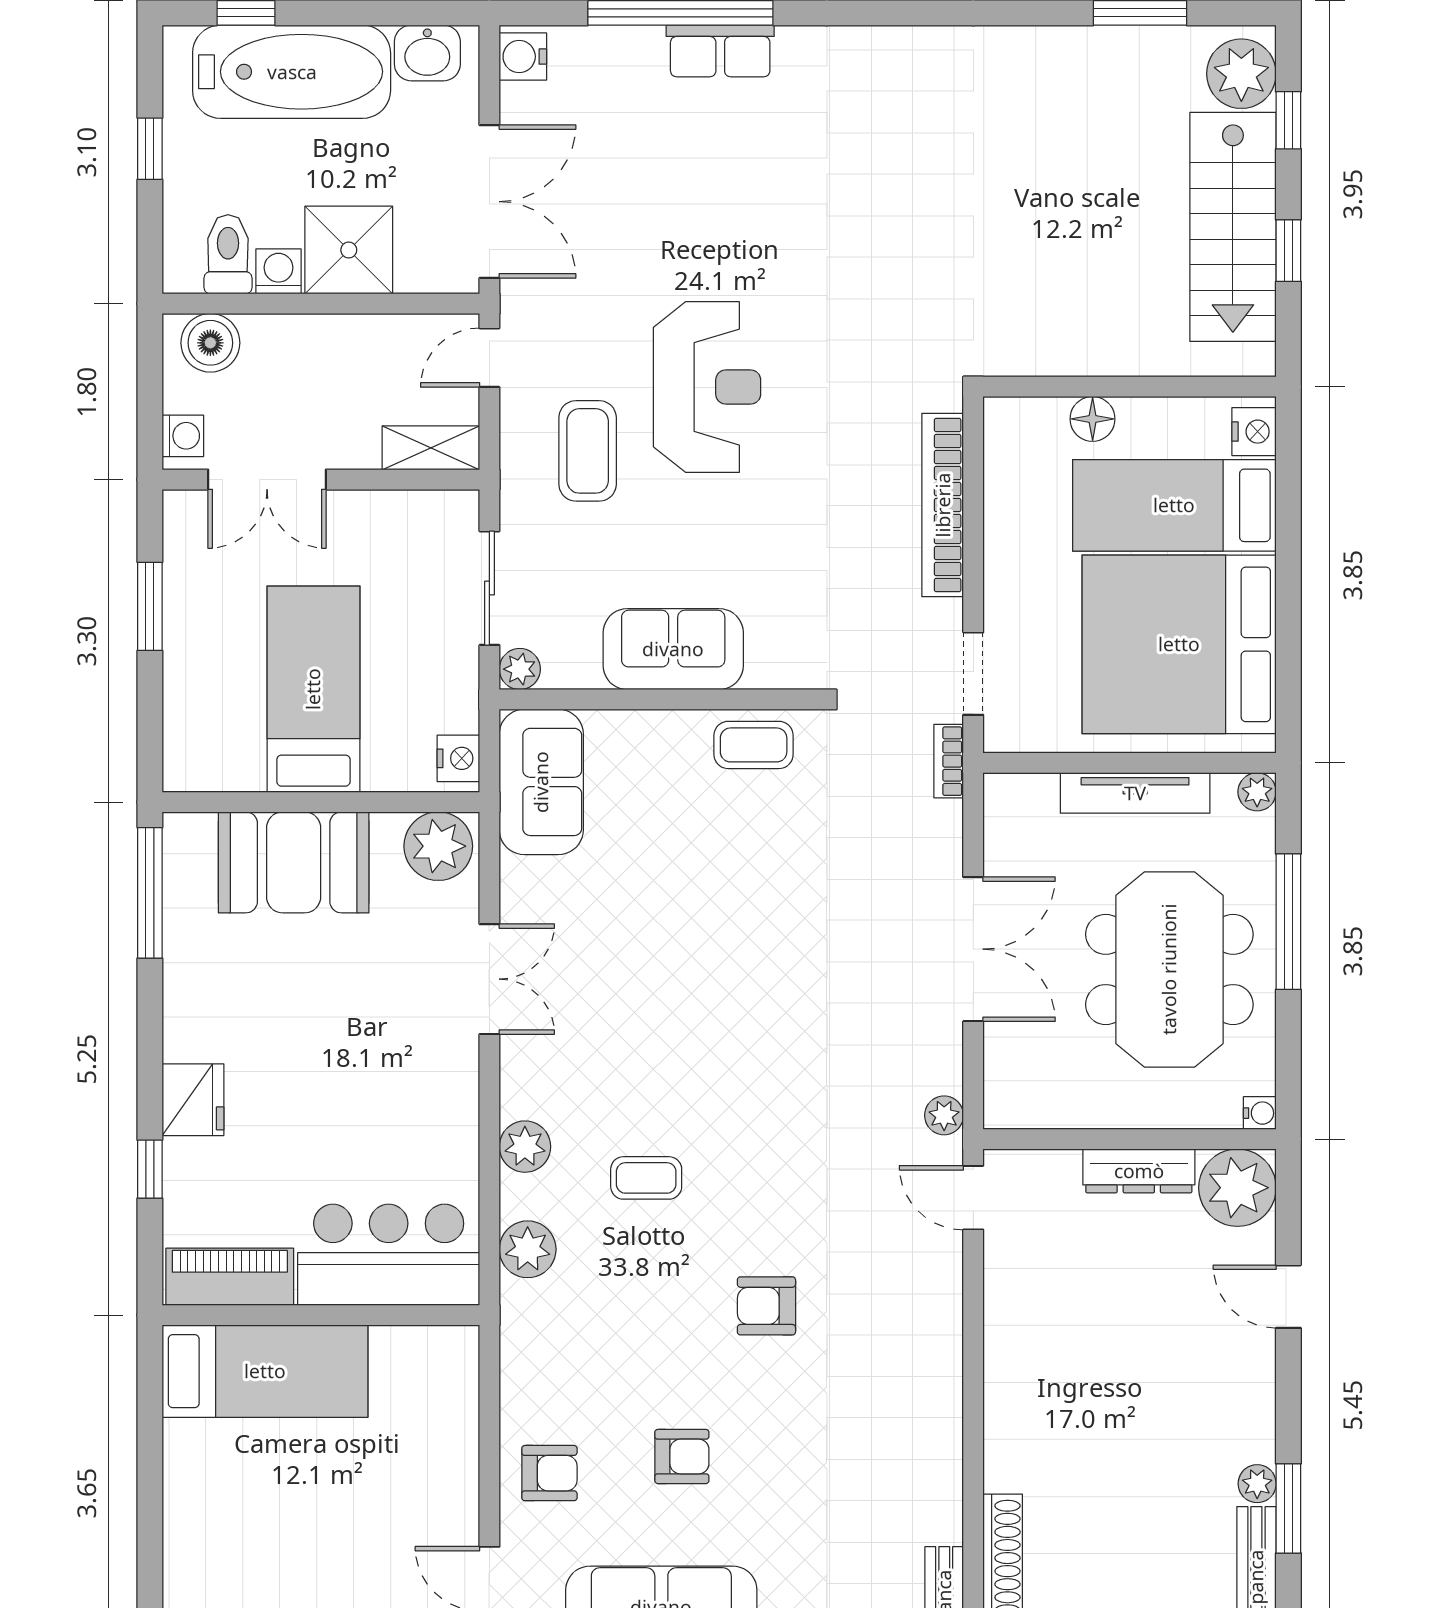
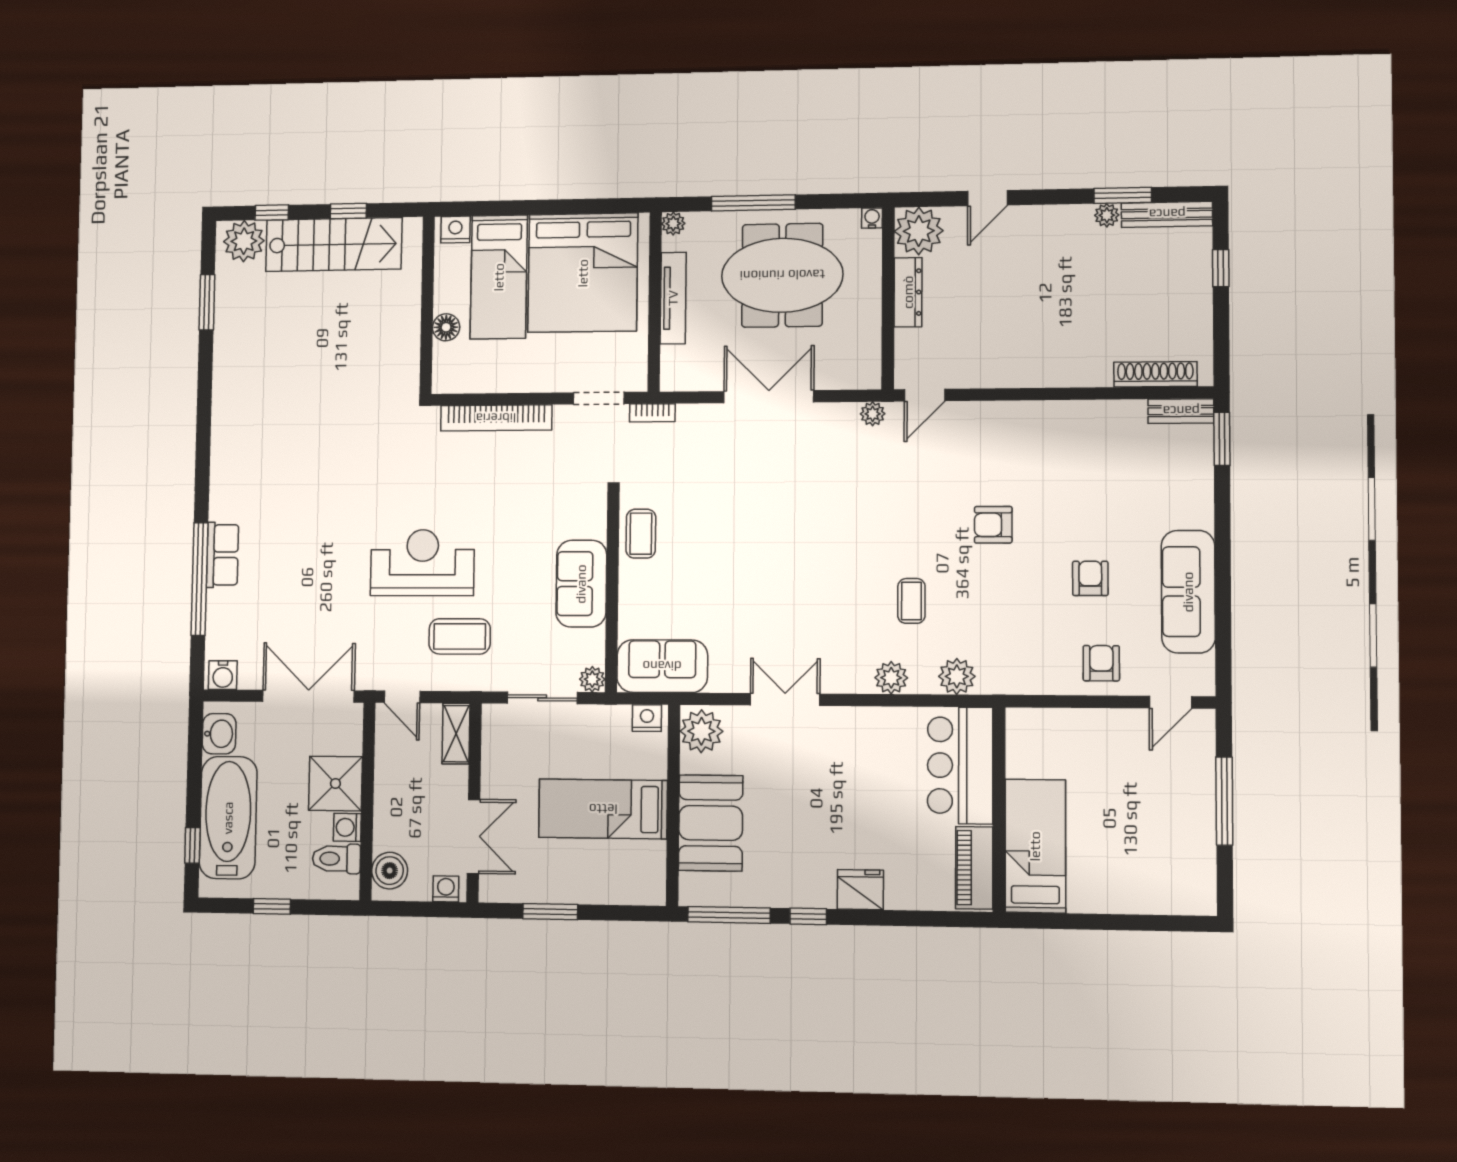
window: (150, 1169) -> (808, 916), moved
armchair: (766, 1306) -> (993, 525), turned 90

